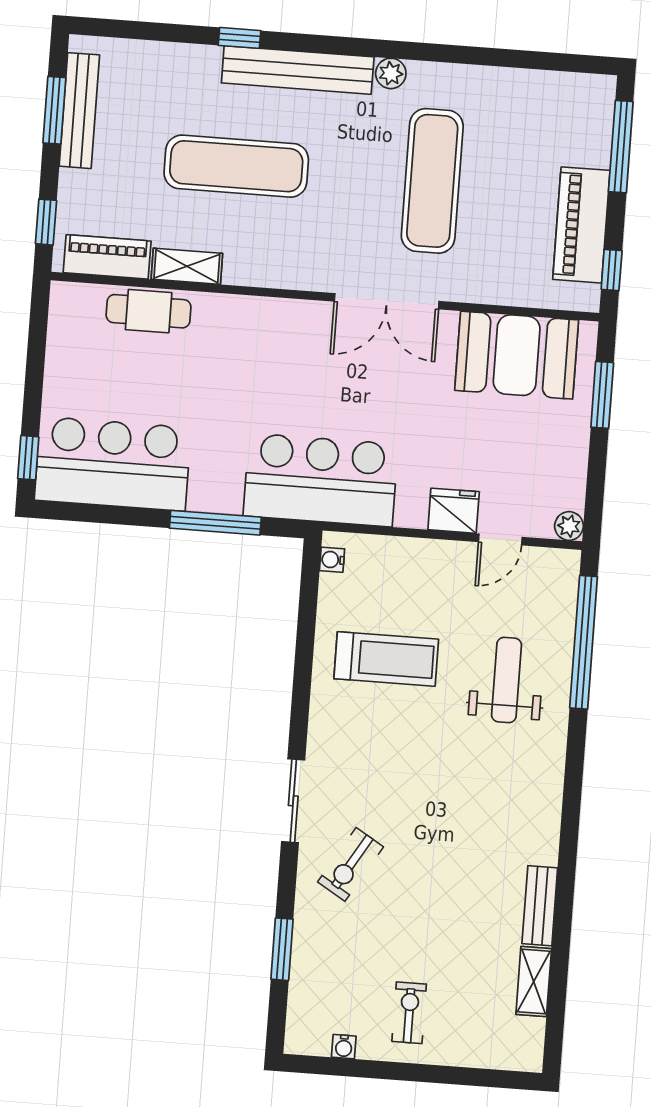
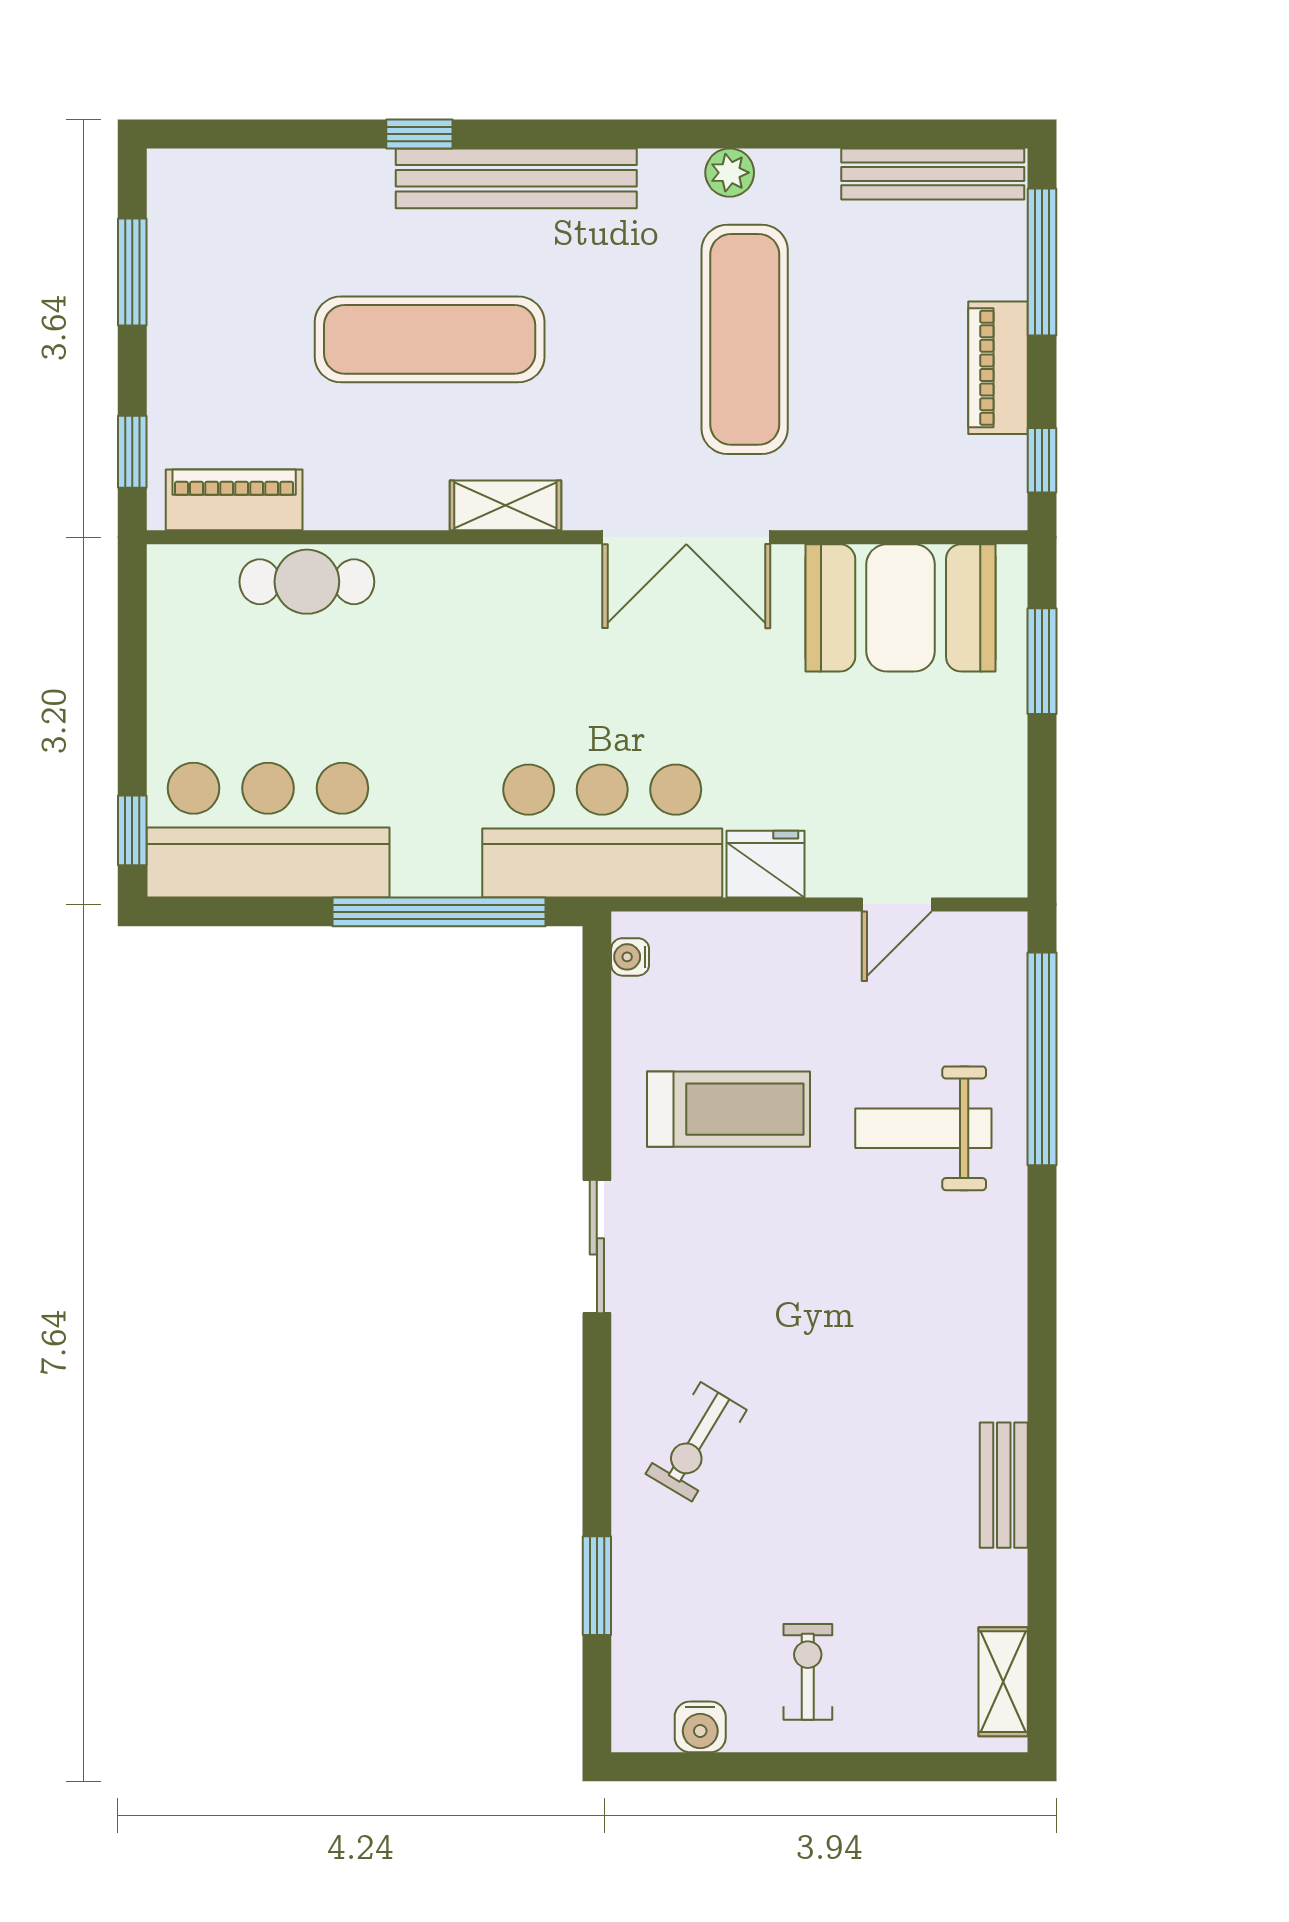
plant: (391, 73) -> (730, 173), moved
bench: (79, 111) -> (933, 174), moved, turned 90
piano: (581, 225) -> (998, 368), width x0.73, depth x0.75
shelving: (187, 266) -> (505, 505), moved
fridge: (454, 511) -> (766, 864), moved
window: (215, 523) -> (439, 912), width x1.46
plant: (569, 526) -> (1005, 875), removed
weight bench: (507, 680) -> (923, 1128), turned -90
sliding door: (293, 801) -> (597, 1246), moved
shelving: (534, 982) -> (1003, 1682), moved
water cooler: (344, 1047) -> (700, 1727), width x1.38, depth x1.38

